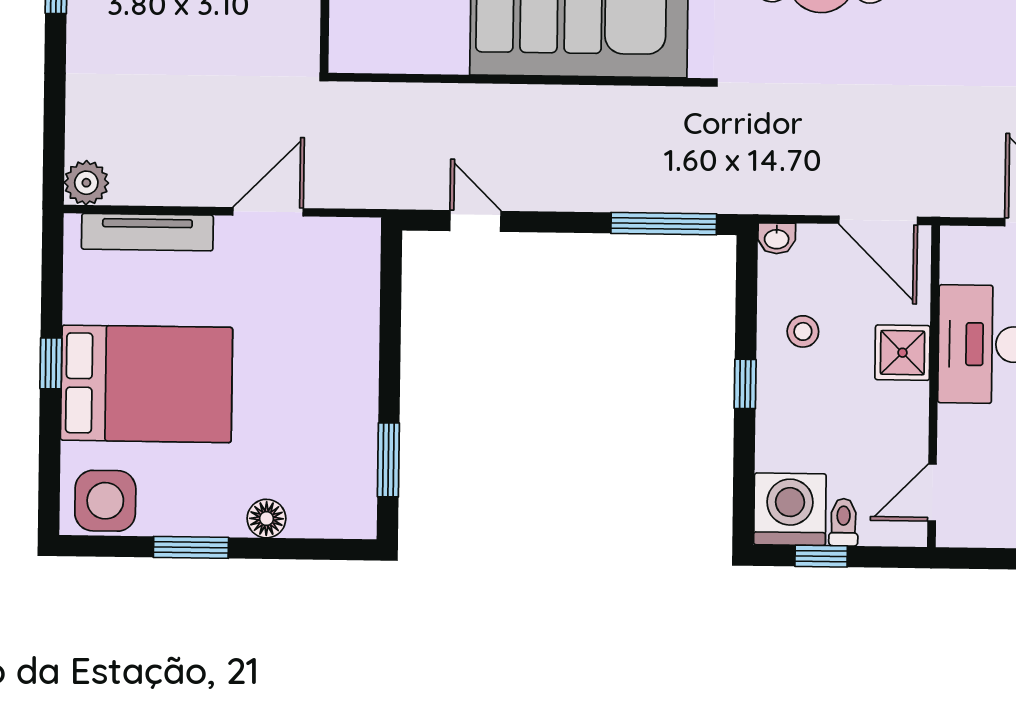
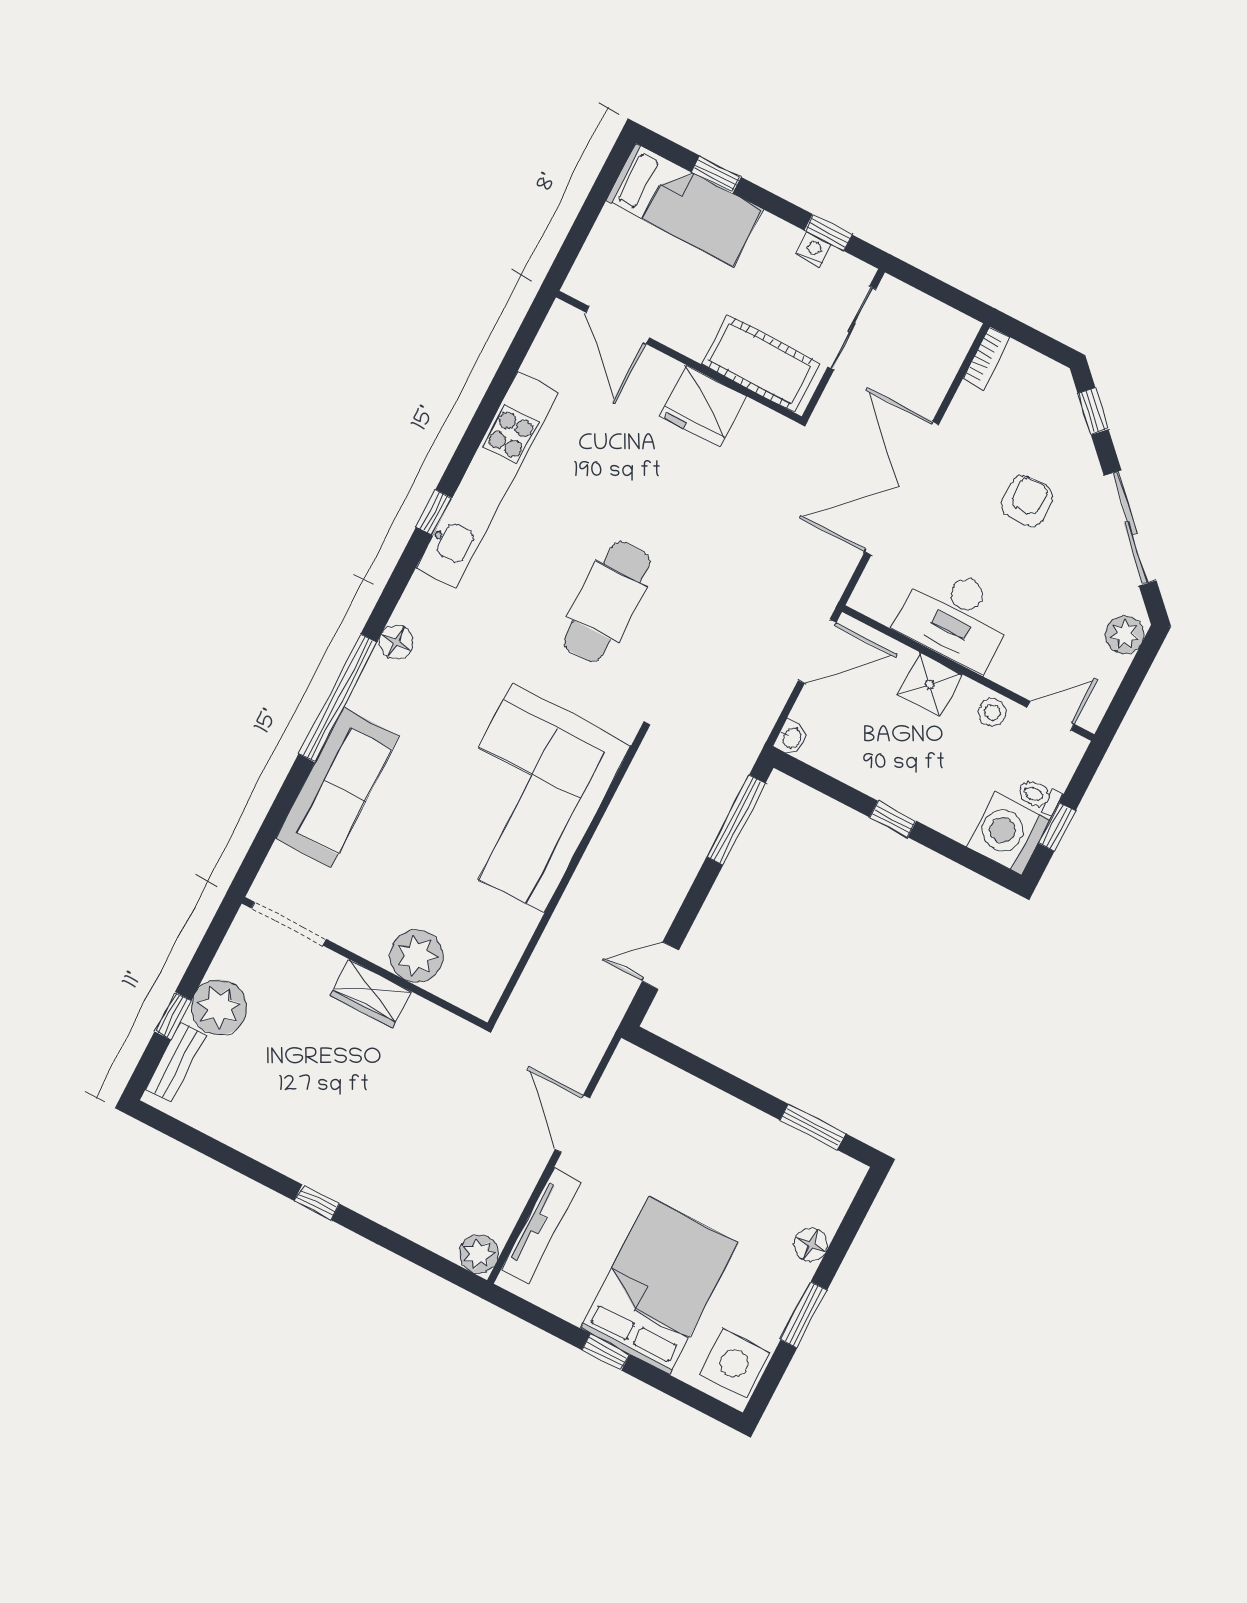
stool: (803, 331) -> (992, 712), moved
door: (932, 493) -> (1050, 716), swing flipped

